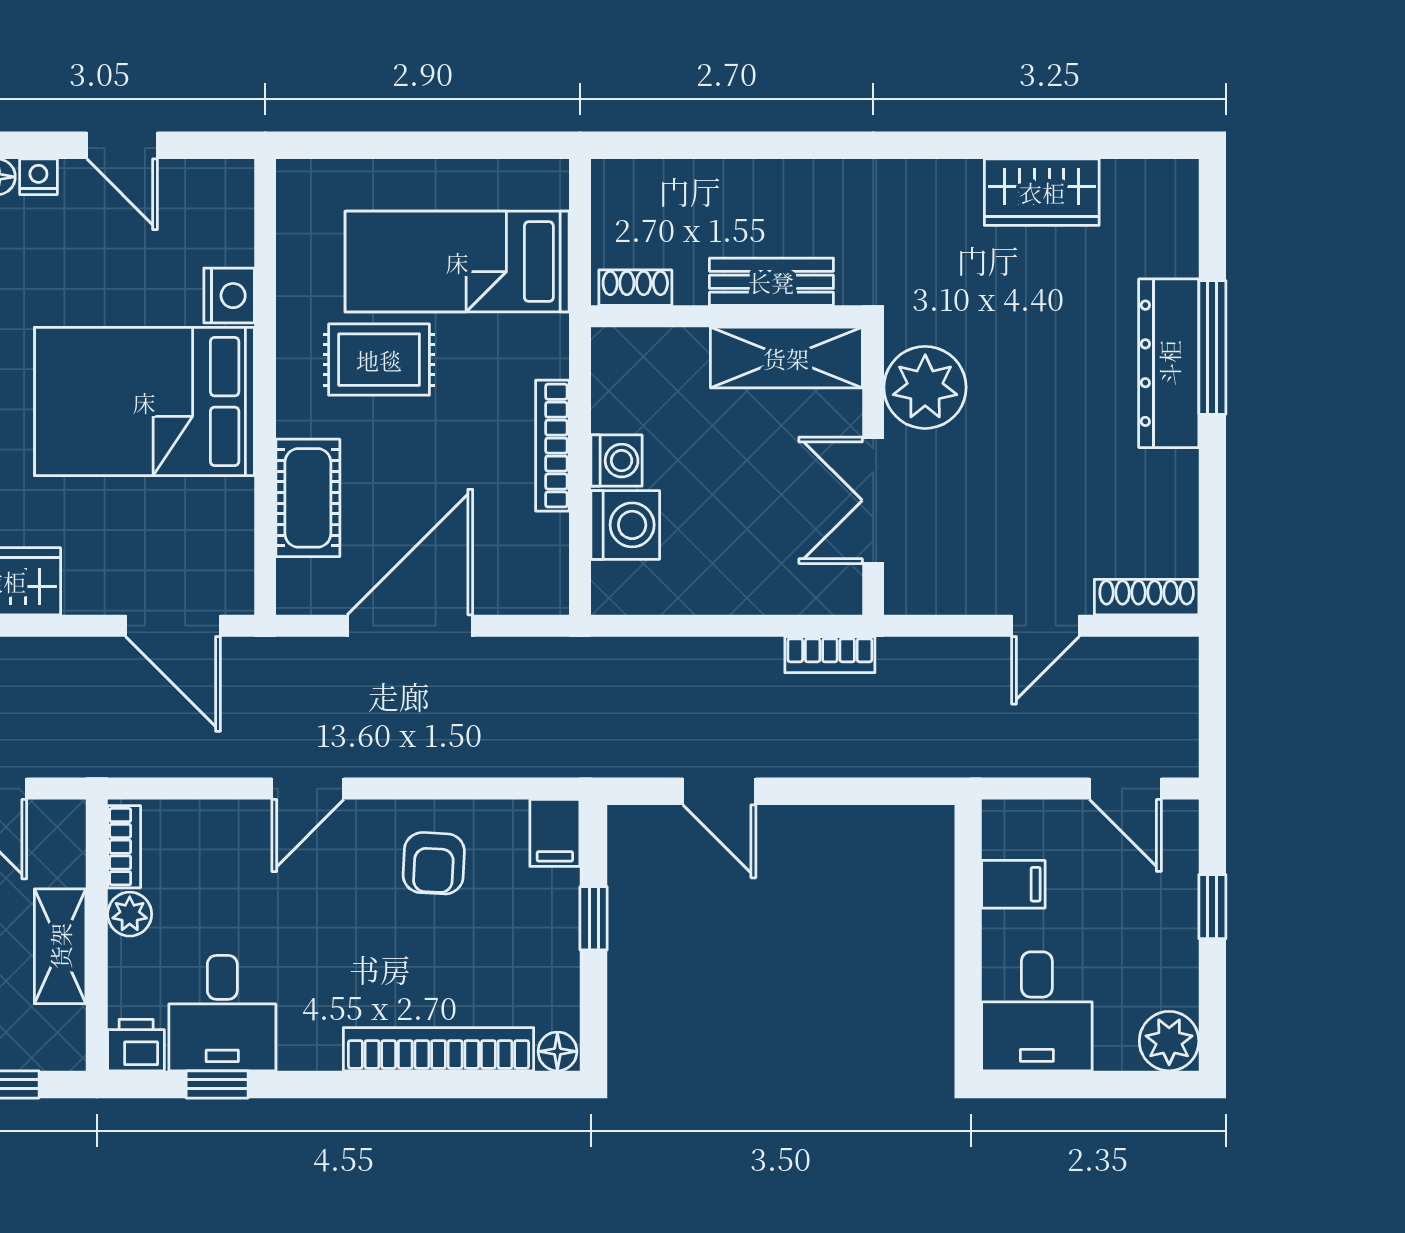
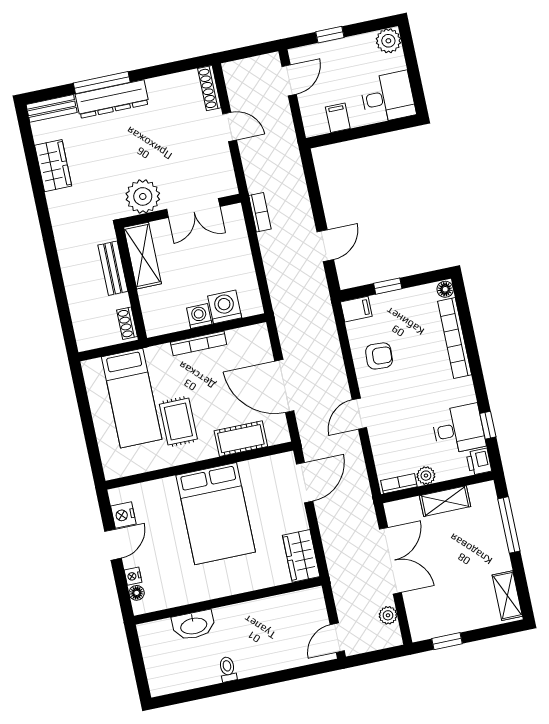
bench: (1177, 217) -> (52, 108), added
nightstand: (229, 296) -> (123, 515), moved, turned -90
door: (308, 789) -> (359, 414), swing flipped

